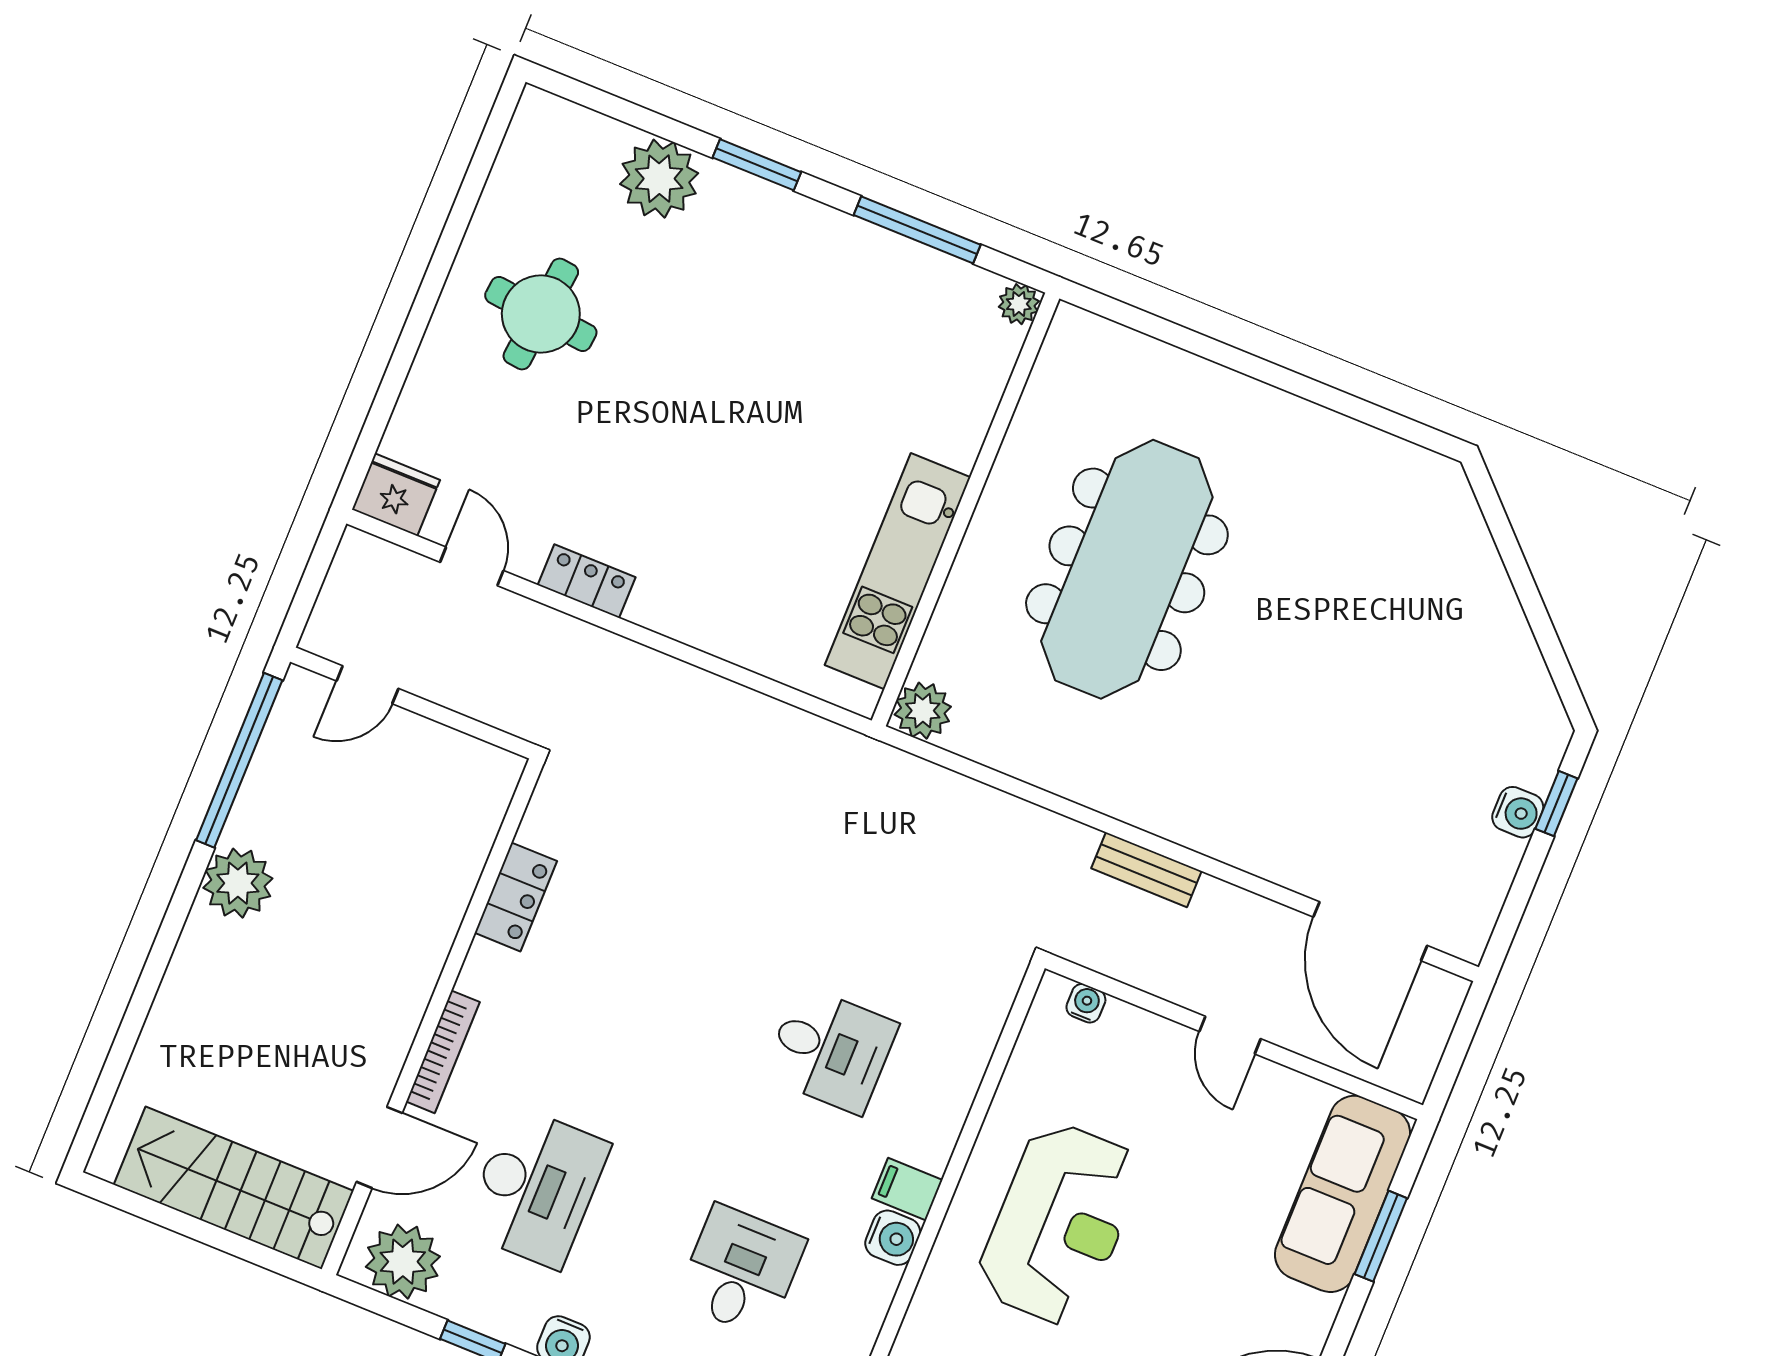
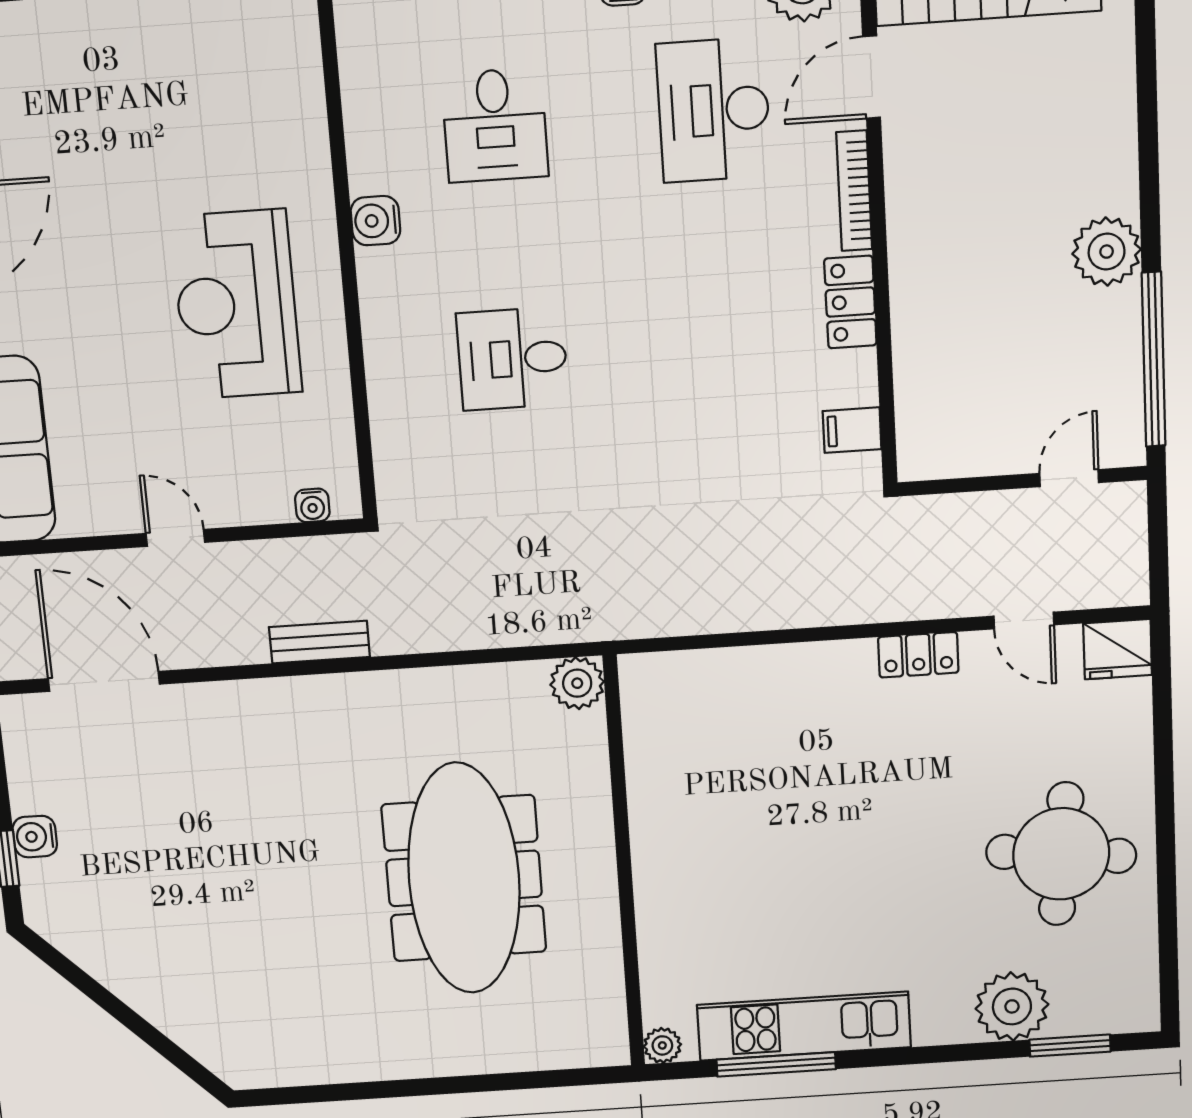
window: (757, 165) -> (1070, 1046), moved
round table: (541, 314) -> (1061, 854), width x1.36, depth x1.36
kitchen unit: (898, 571) -> (804, 1026), moved, turned -90
locker: (516, 897) -> (850, 302), moved
filing cabinet: (907, 1189) -> (852, 430), moved, turned 180

